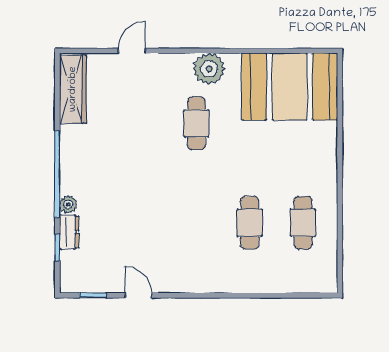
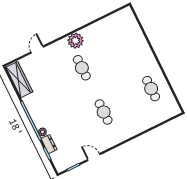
booth: (290, 87) -> (115, 31), removed
cafe table: (250, 223) -> (104, 112), moved

